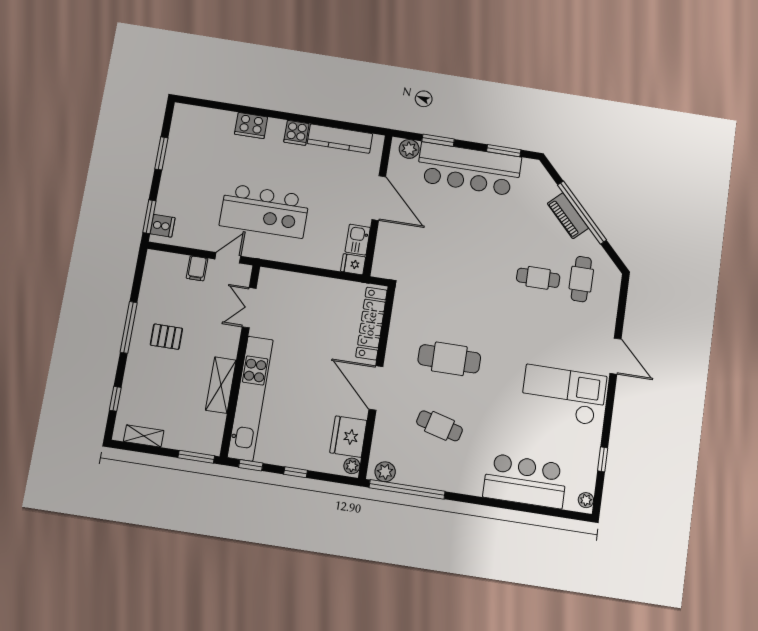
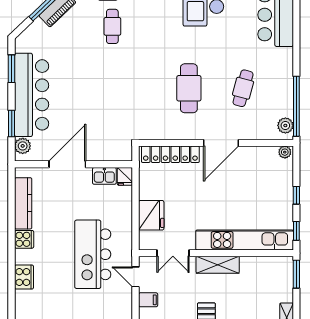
kitchen island: (264, 211) -> (93, 254), turned 180
shelving: (221, 385) -> (218, 265), moved
fridge: (348, 437) -> (151, 215), moved, turned -90

